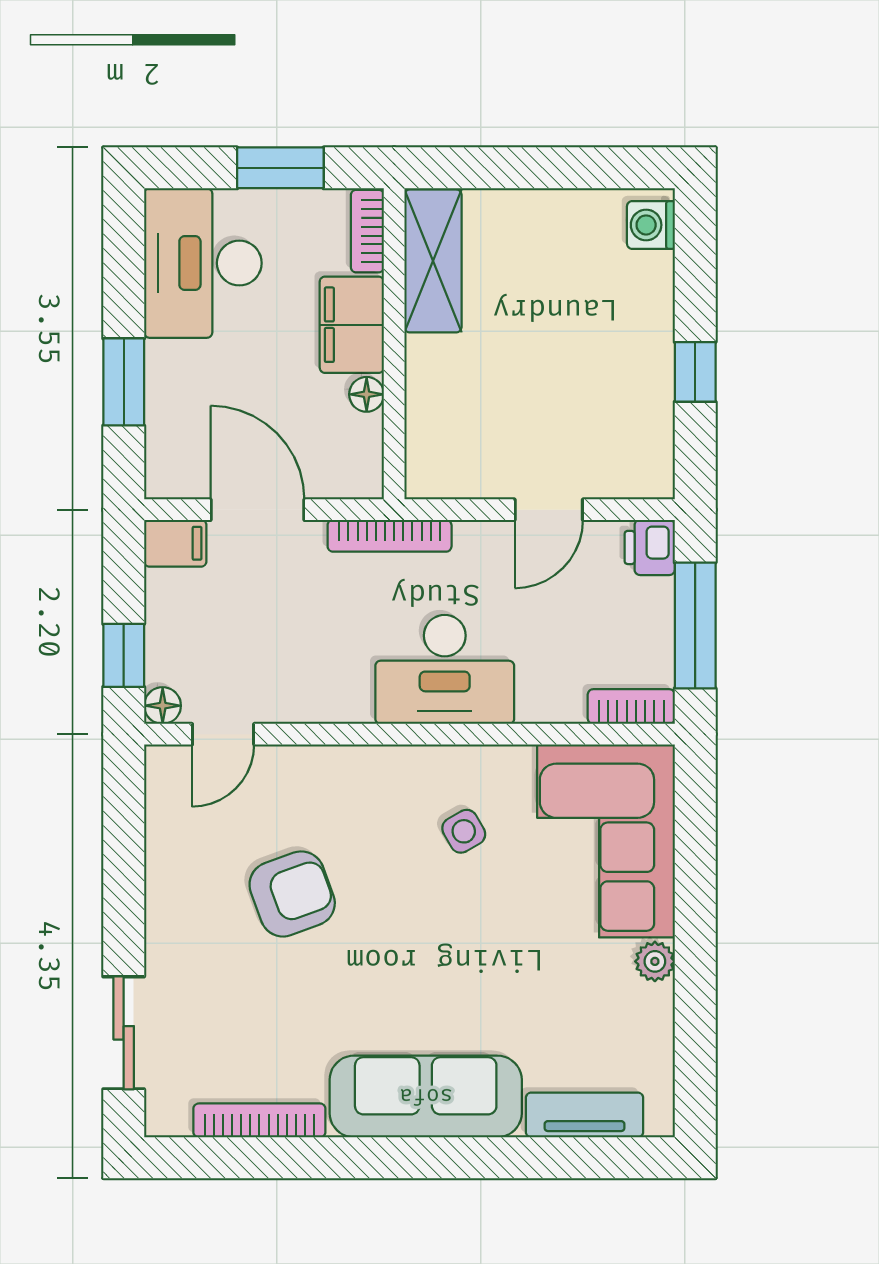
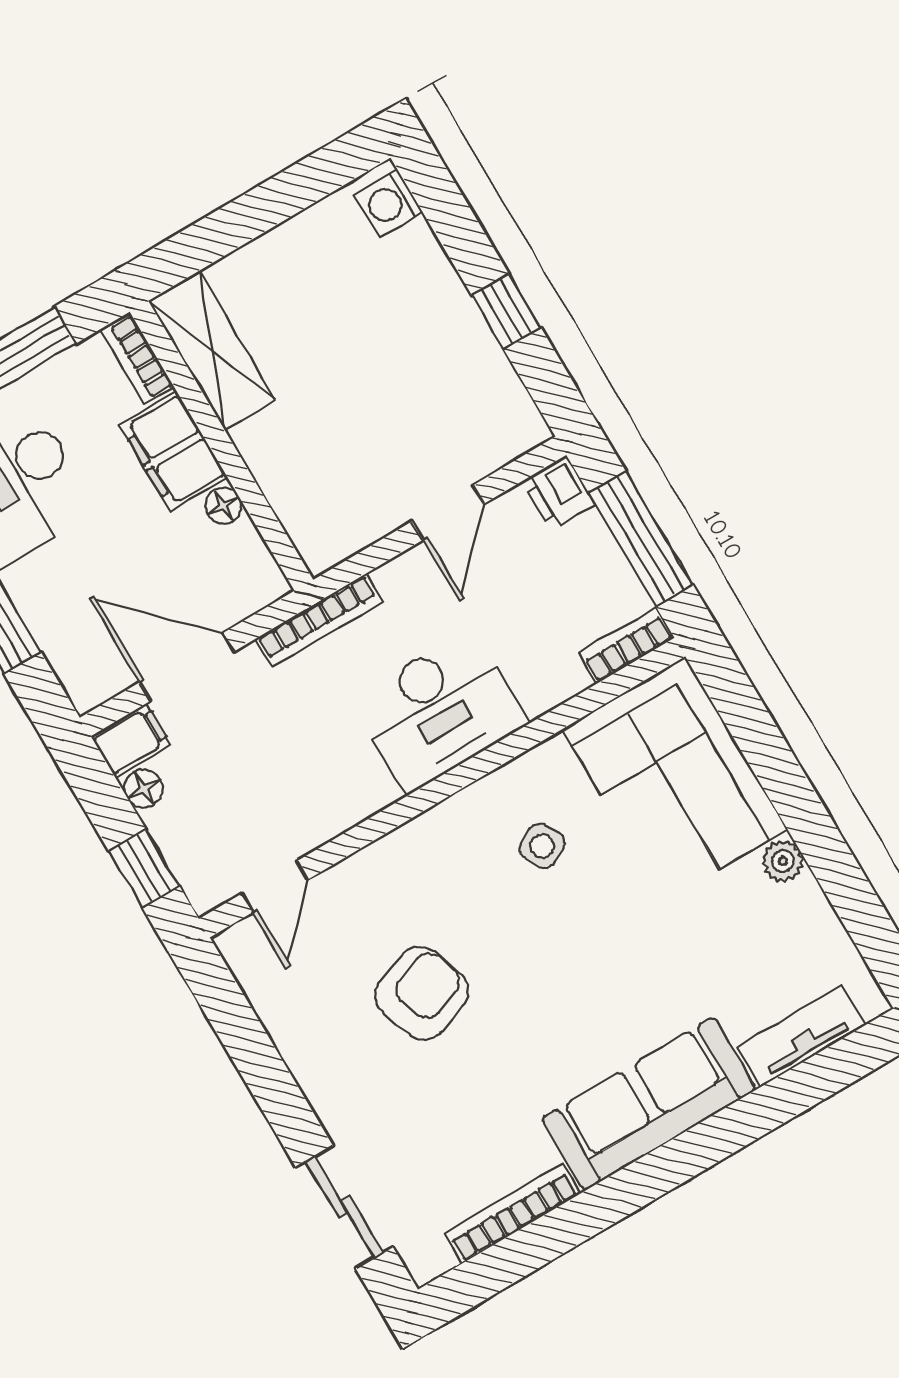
floor lamp: (163, 706) -> (144, 789), moved

